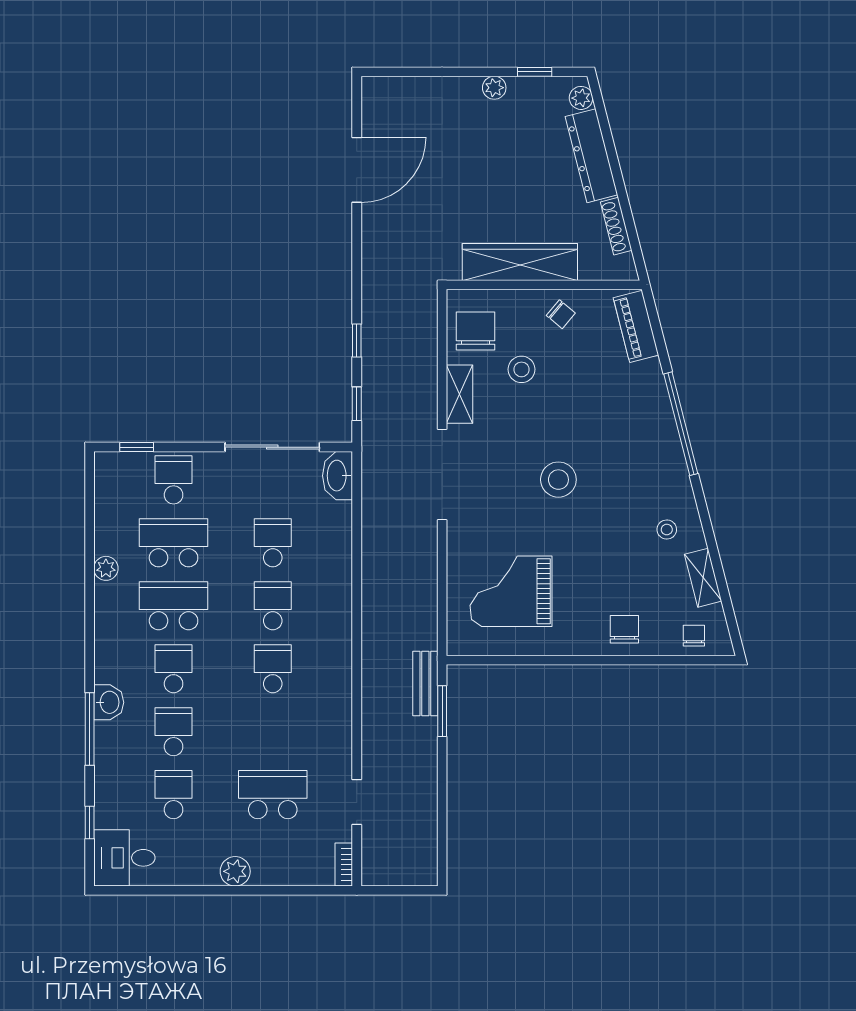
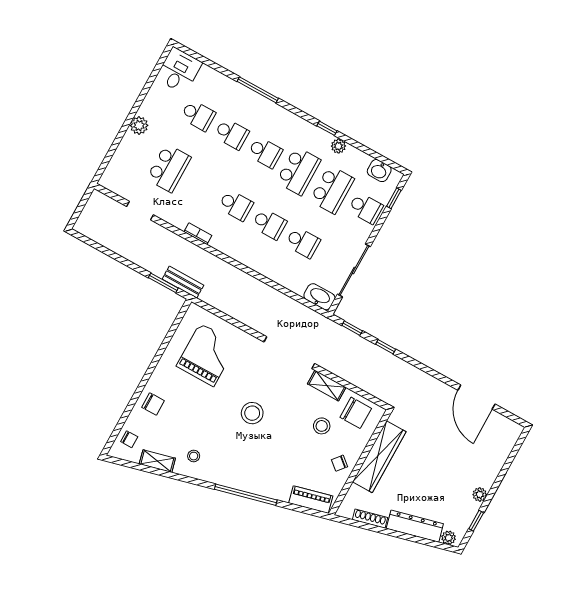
washbasin: (109, 702) -> (379, 171), moved
window: (90, 823) -> (327, 128), moved
bookcase: (344, 865) -> (198, 234), moved

